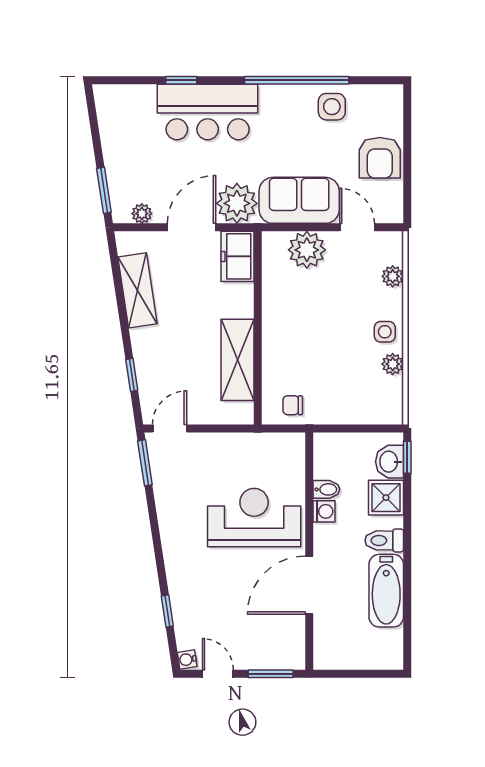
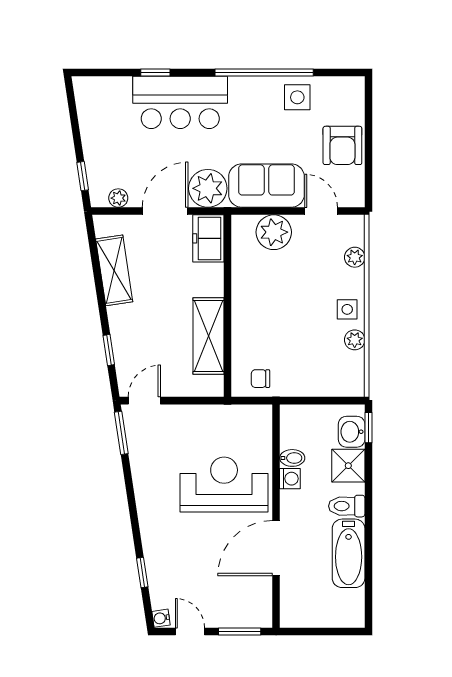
window: (104, 190) -> (83, 176), width x0.67

